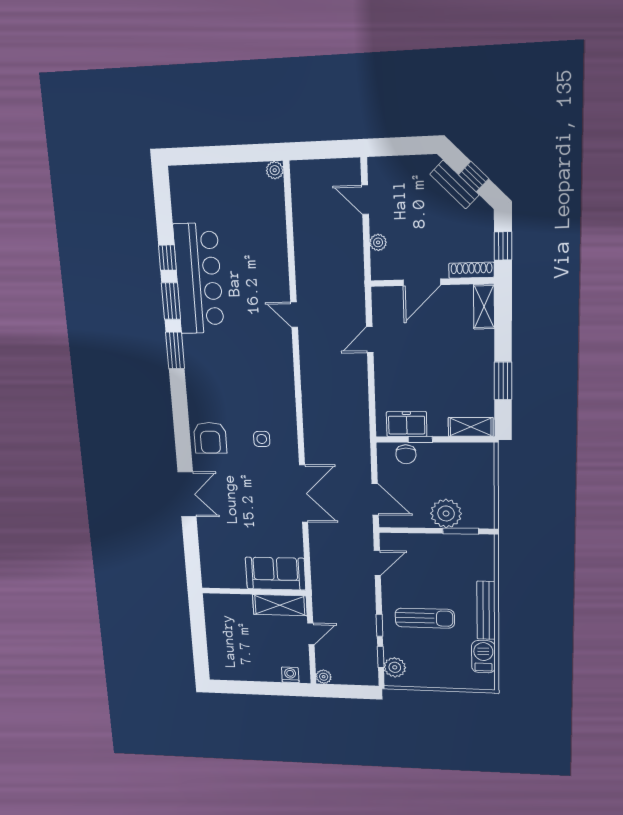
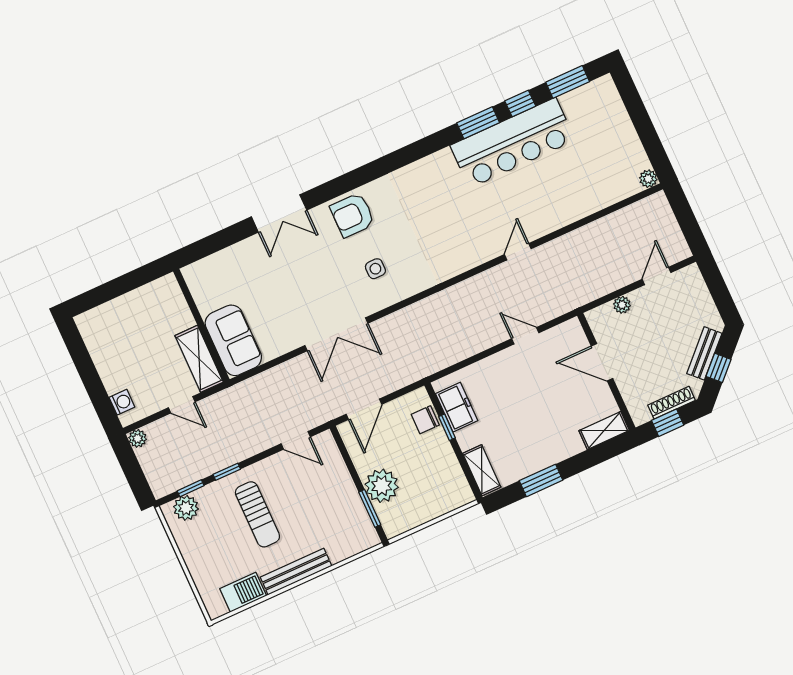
shoe rack: (472, 270) -> (672, 403), moved, turned -90
window: (175, 350) -> (568, 82), moved

